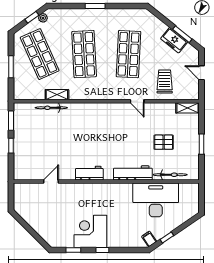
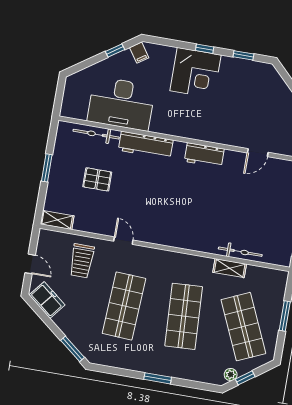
window: (182, 34) -> (72, 349), moved
freezer: (174, 40) -> (47, 300), moved
corner desk: (90, 231) -> (195, 73), moved

